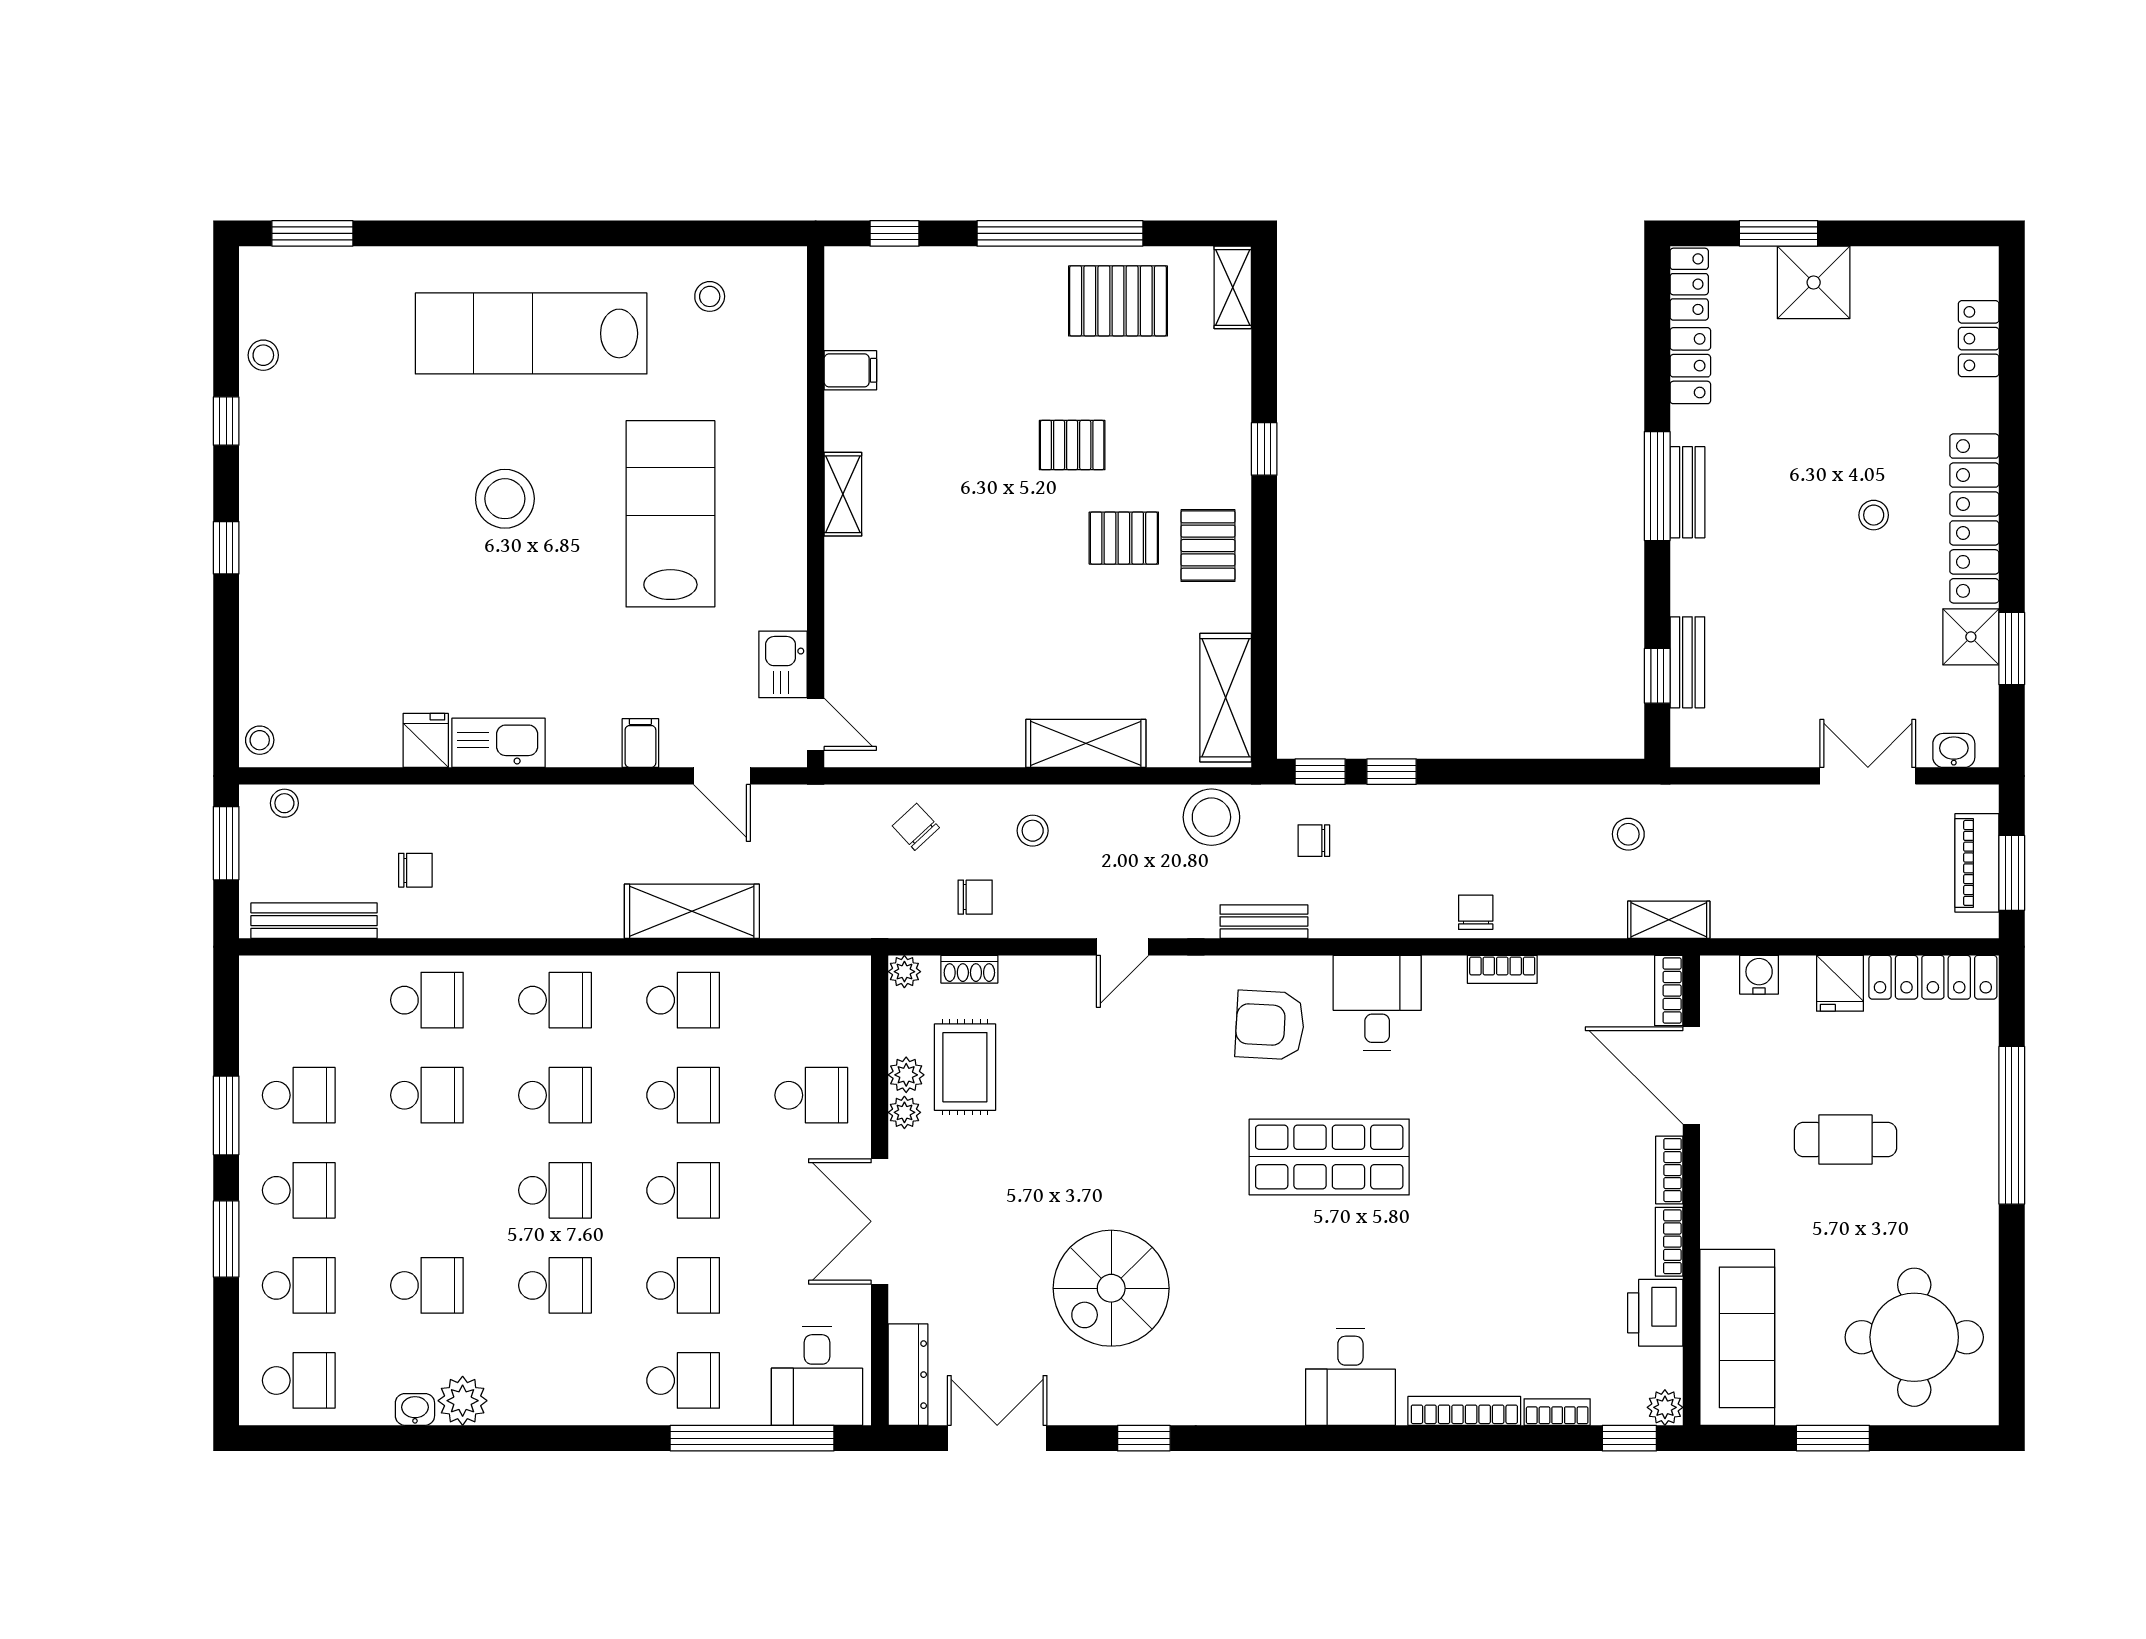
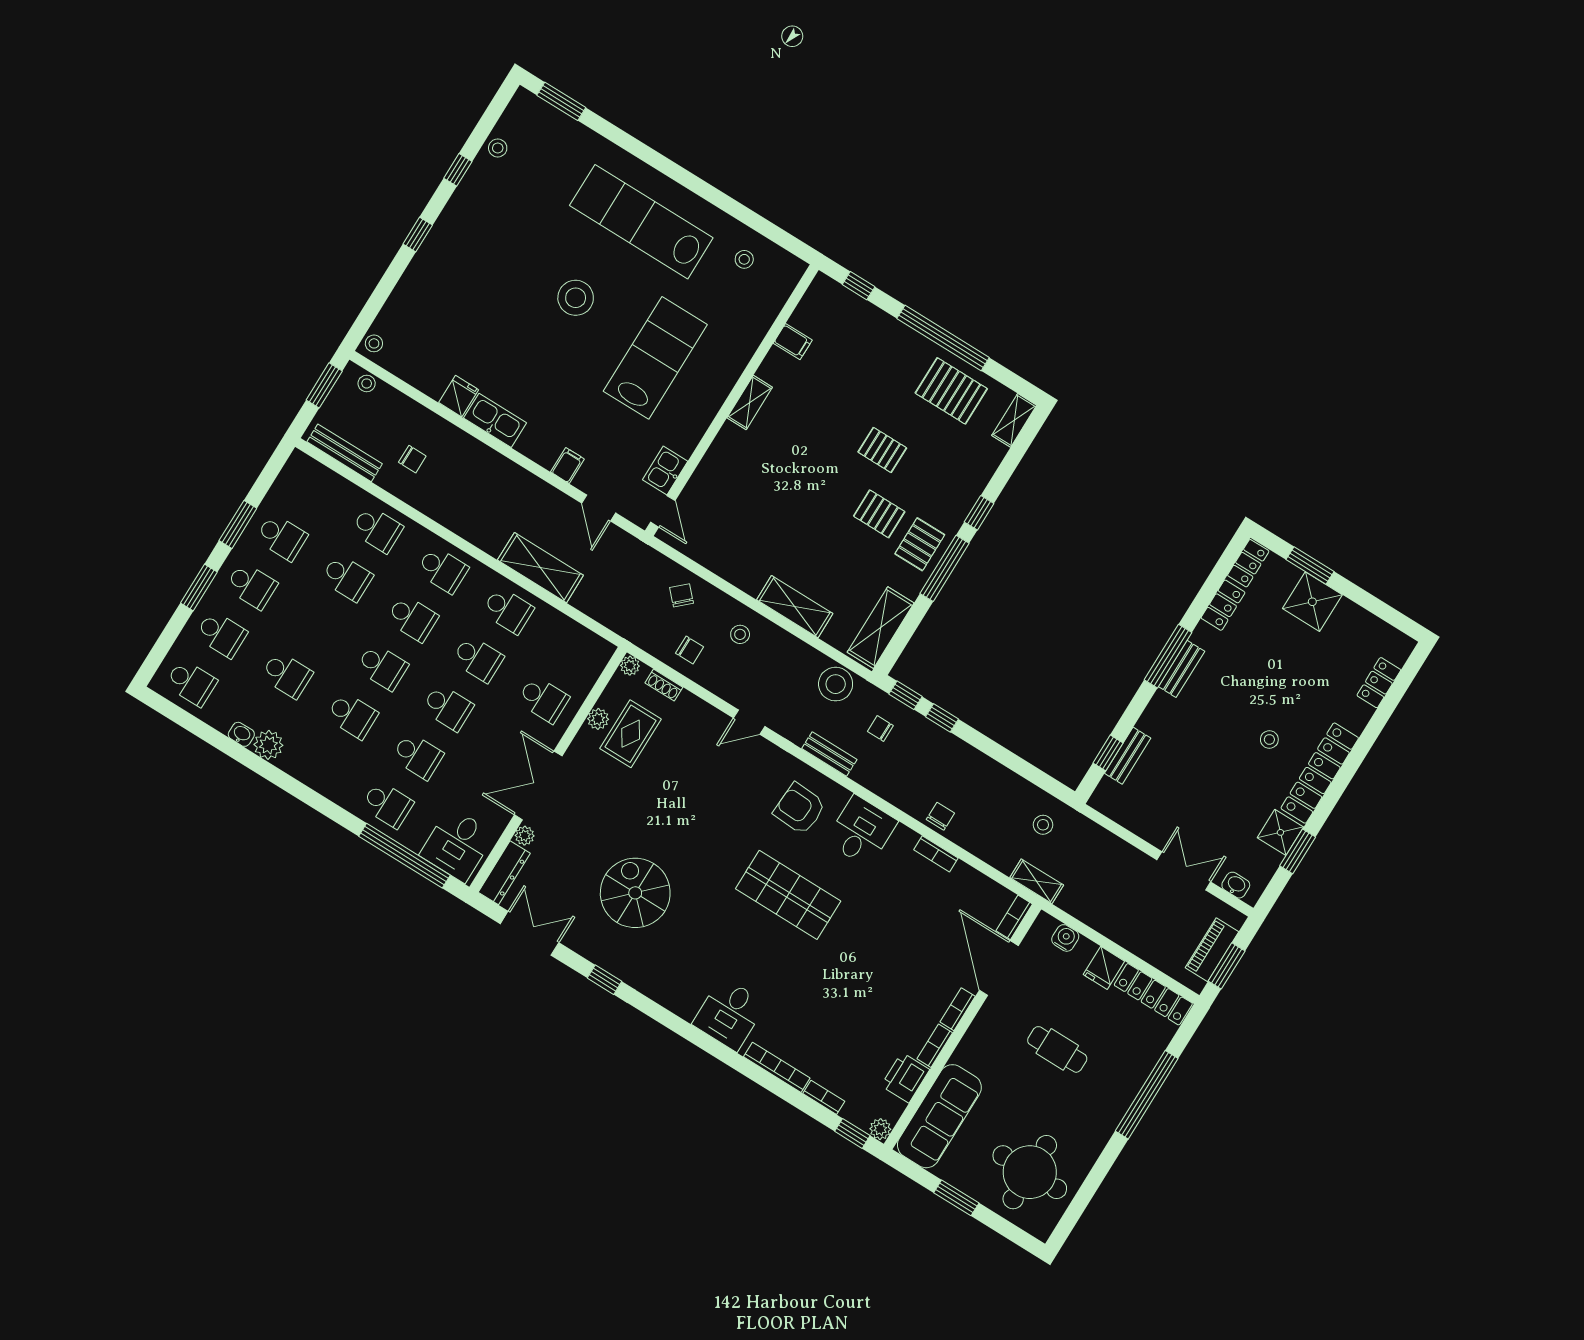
window: (1264, 558) -> (945, 568), added
plant: (904, 1112) -> (525, 836), moved
spiral stairs: (1111, 1288) -> (635, 893), turned 90

